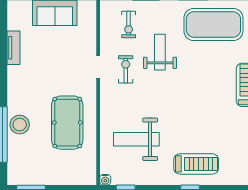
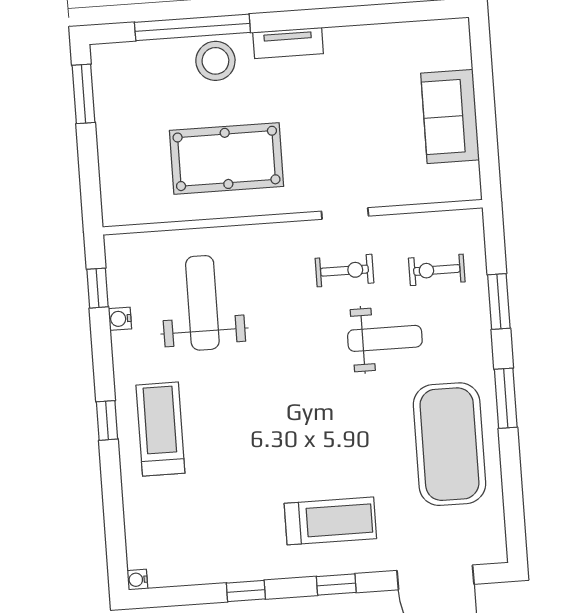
tv unit: (14, 48) -> (288, 43), moved
treadmill: (196, 164) -> (160, 429), turned 180
water cooler: (105, 180) -> (120, 319), moved

